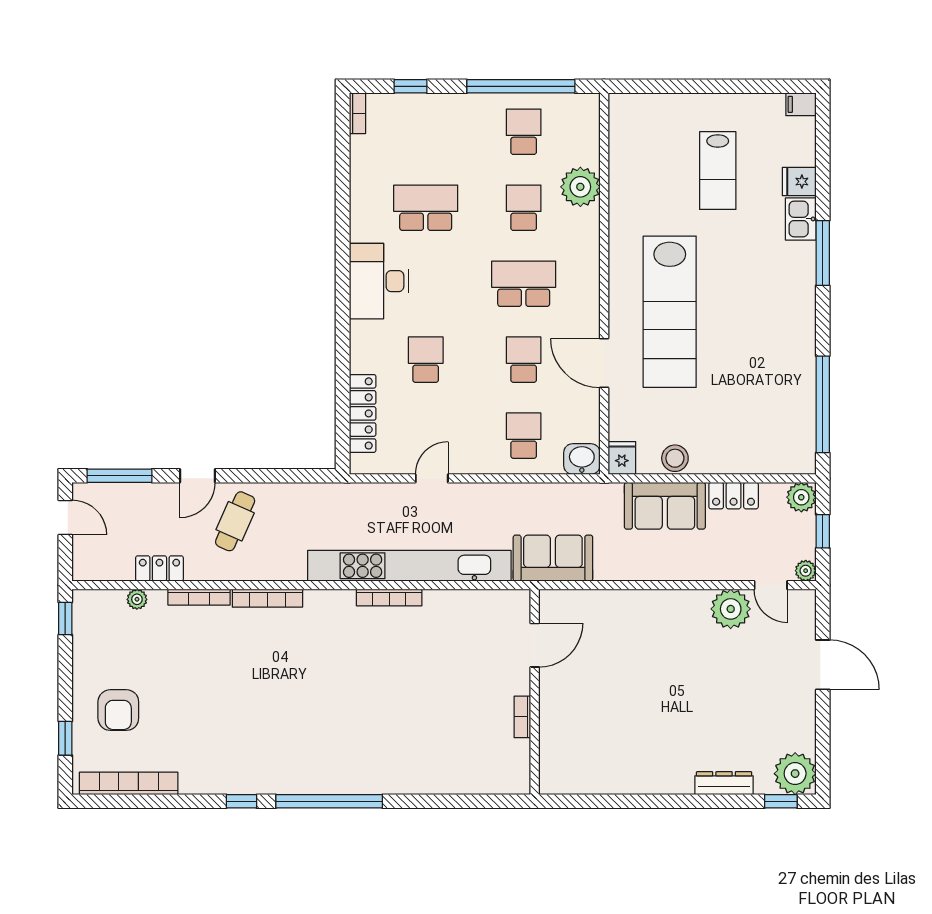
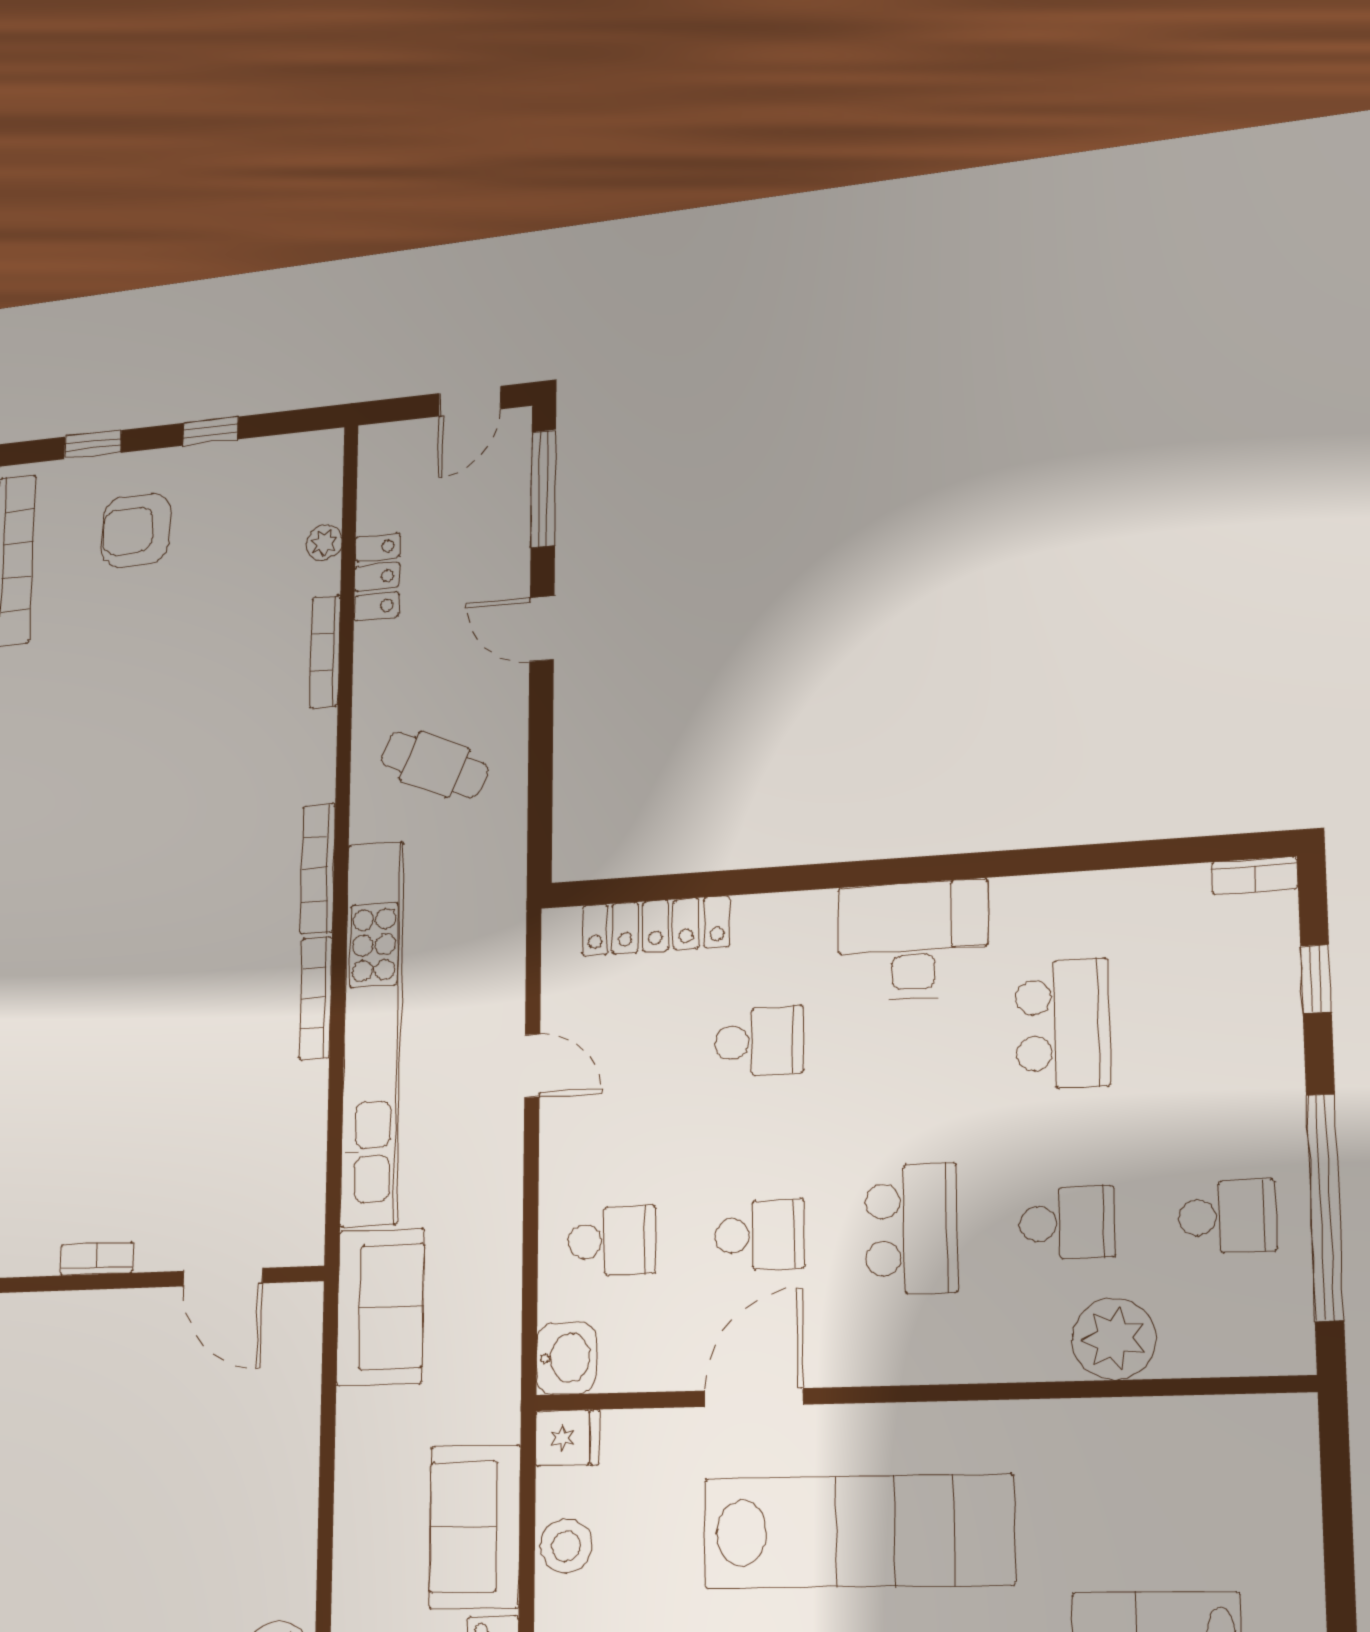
lab bench: (670, 312) -> (858, 1531), turned 180
cafe table: (235, 521) -> (435, 764), moved
bookcase: (267, 598) -> (318, 869), moved
window: (65, 619) -> (211, 431), moved

